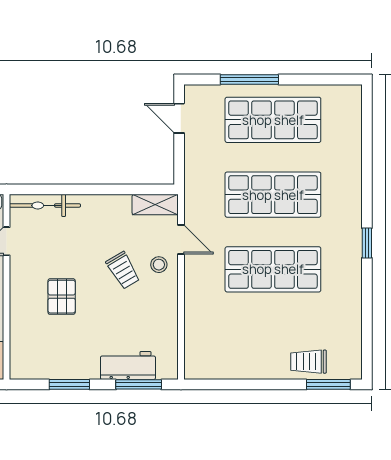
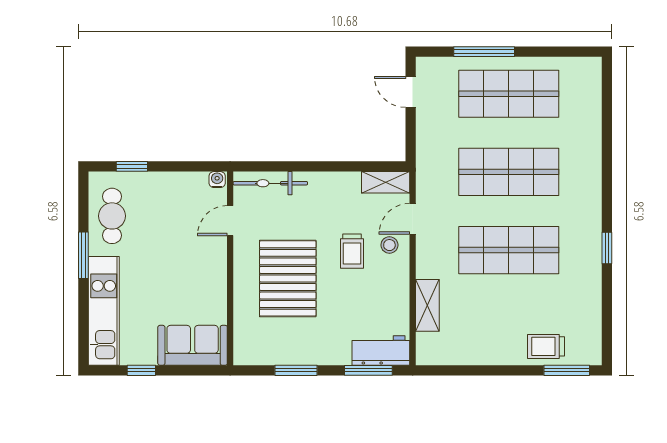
door: (181, 239) -> (413, 219), swing flipped
window: (367, 243) -> (607, 248), moved
trolley: (123, 270) -> (352, 251), turned 31
pallet: (62, 297) -> (288, 278), width x2.05, depth x2.00
shelving: (195, 322) -> (427, 305), added
workbench: (128, 365) -> (381, 351), moved

